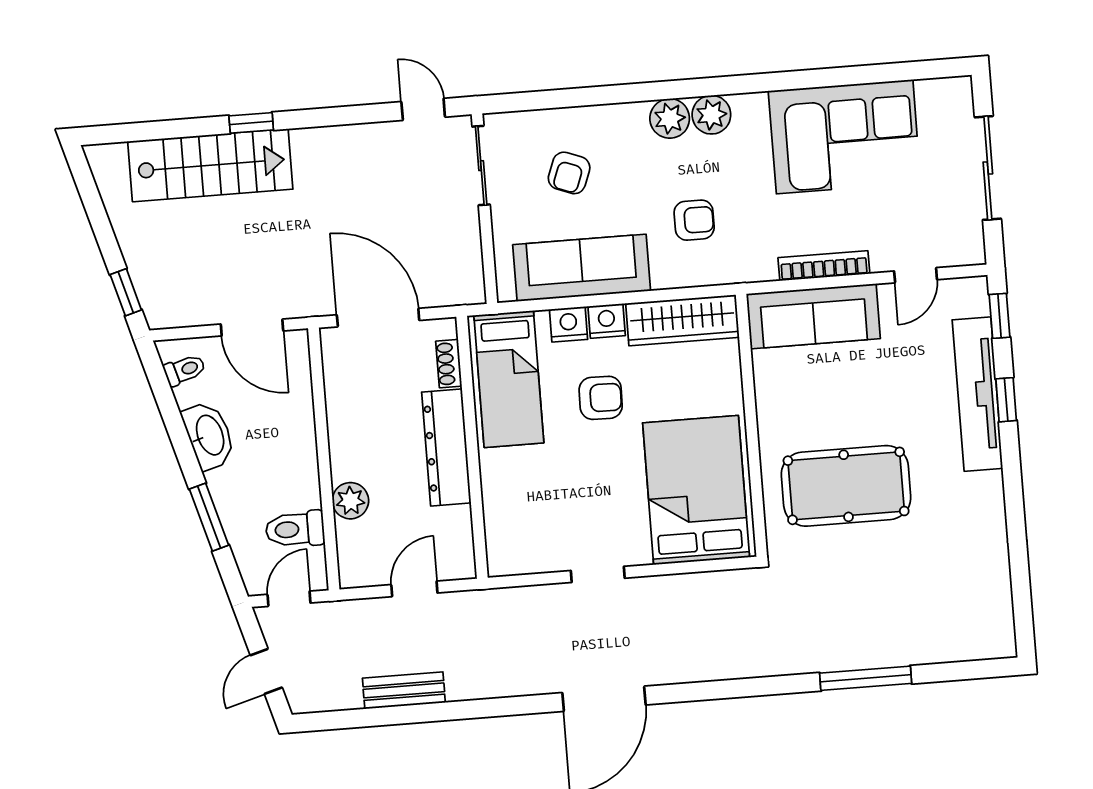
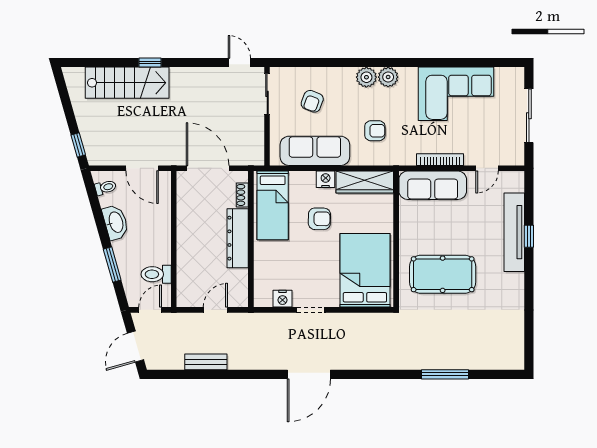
window: (999, 316) -> (529, 193), removed
nightstand: (569, 324) -> (282, 299), moved, turned 180
plant: (350, 501) -> (186, 262), removed
door: (266, 671) -> (135, 347), width x1.38

